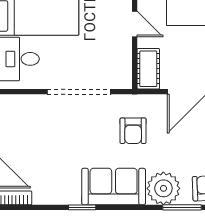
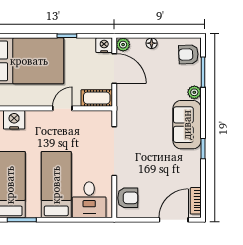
armchair: (133, 131) -> (128, 198), moved
plant: (163, 188) -> (194, 92), width x0.53, depth x0.53

